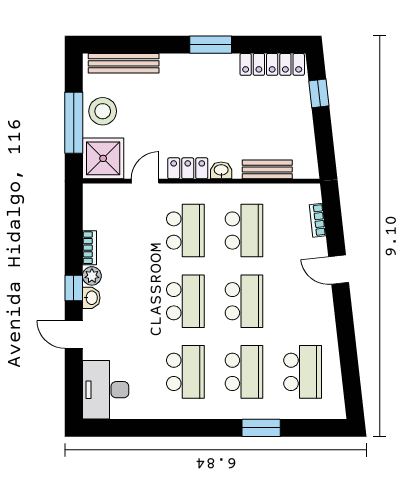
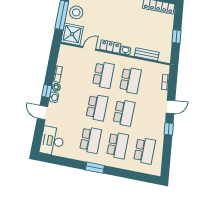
window: (319, 93) -> (176, 37), moved
door: (339, 270) -> (171, 107), swing flipped
window: (344, 316) -> (169, 129), added
window: (261, 428) -> (95, 168), moved

